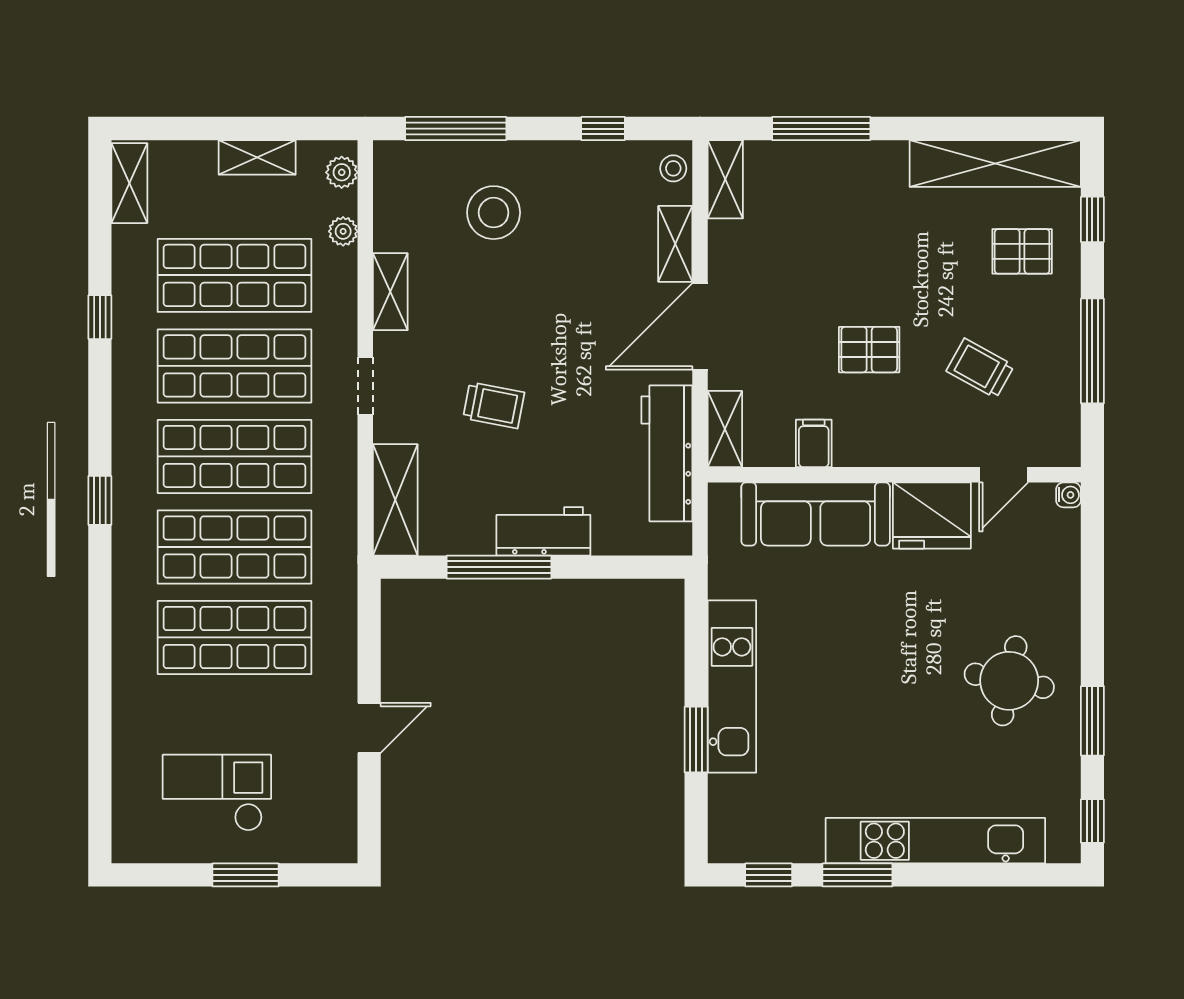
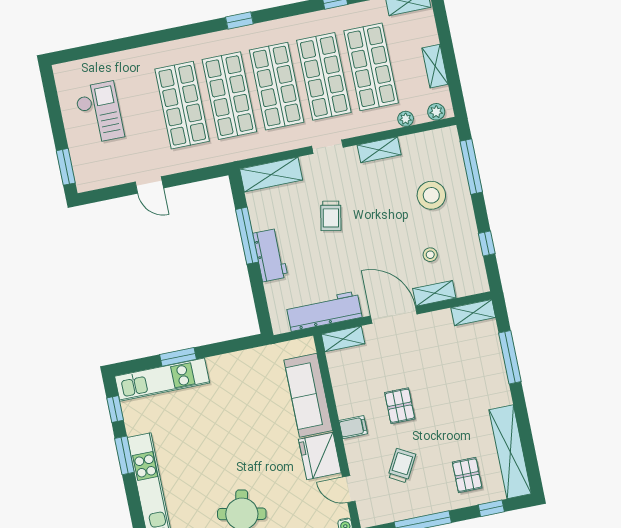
stool: (673, 168) -> (430, 255), moved
filing cabinet: (814, 443) -> (353, 427), moved
kitchen unit: (732, 687) -> (162, 380), moved
window: (245, 875) -> (66, 167), moved

